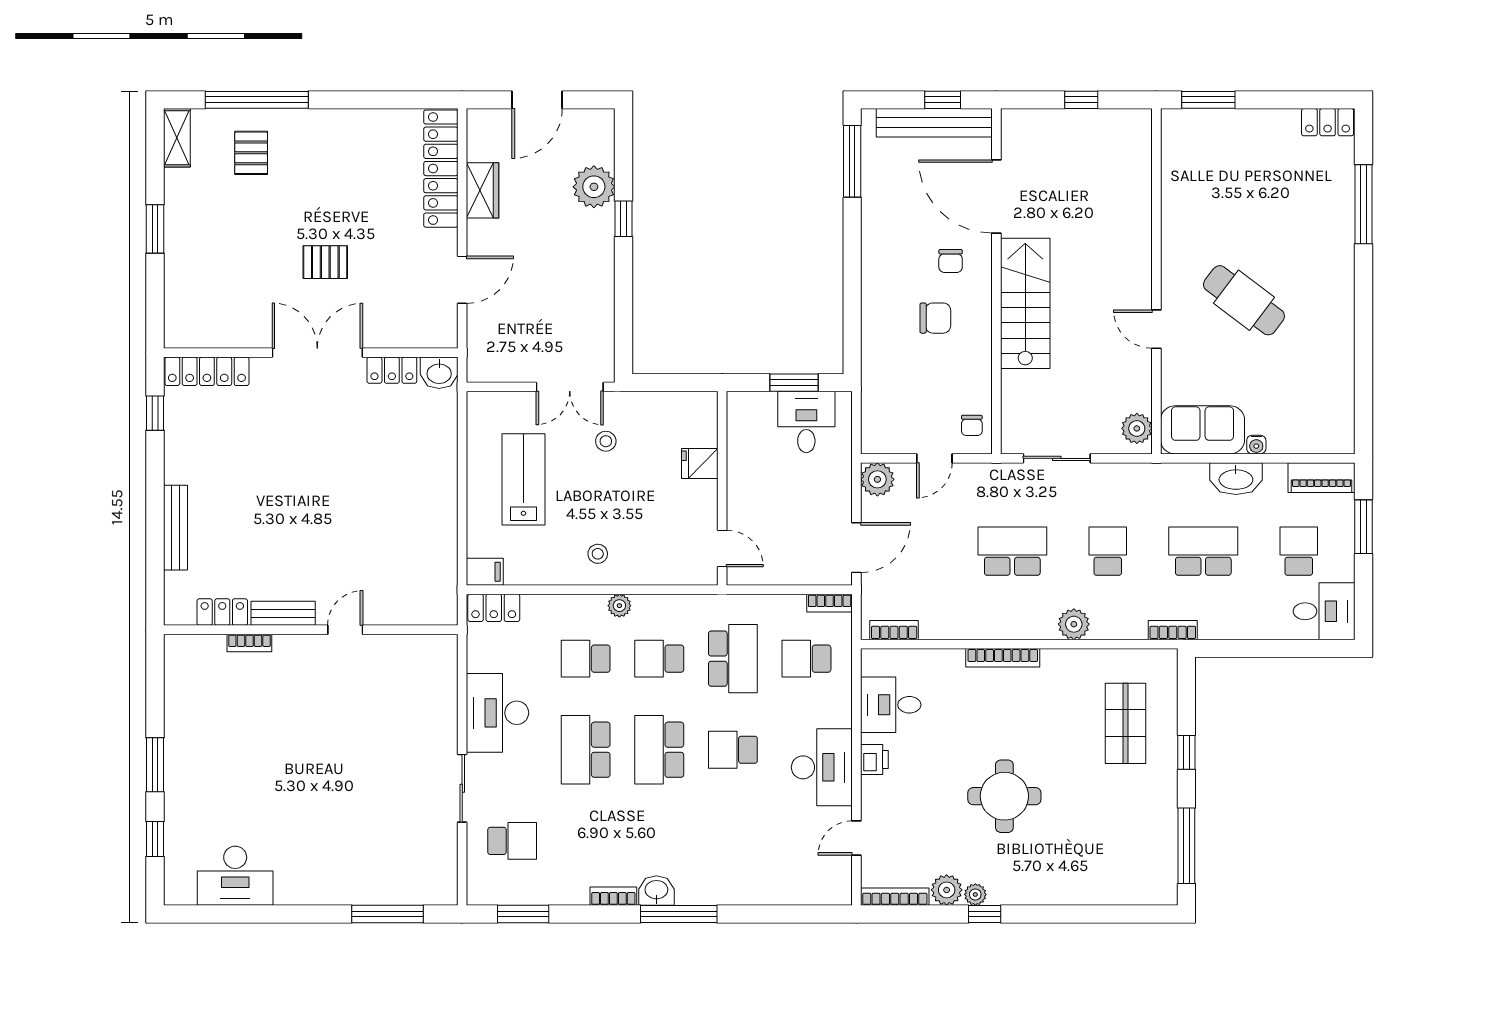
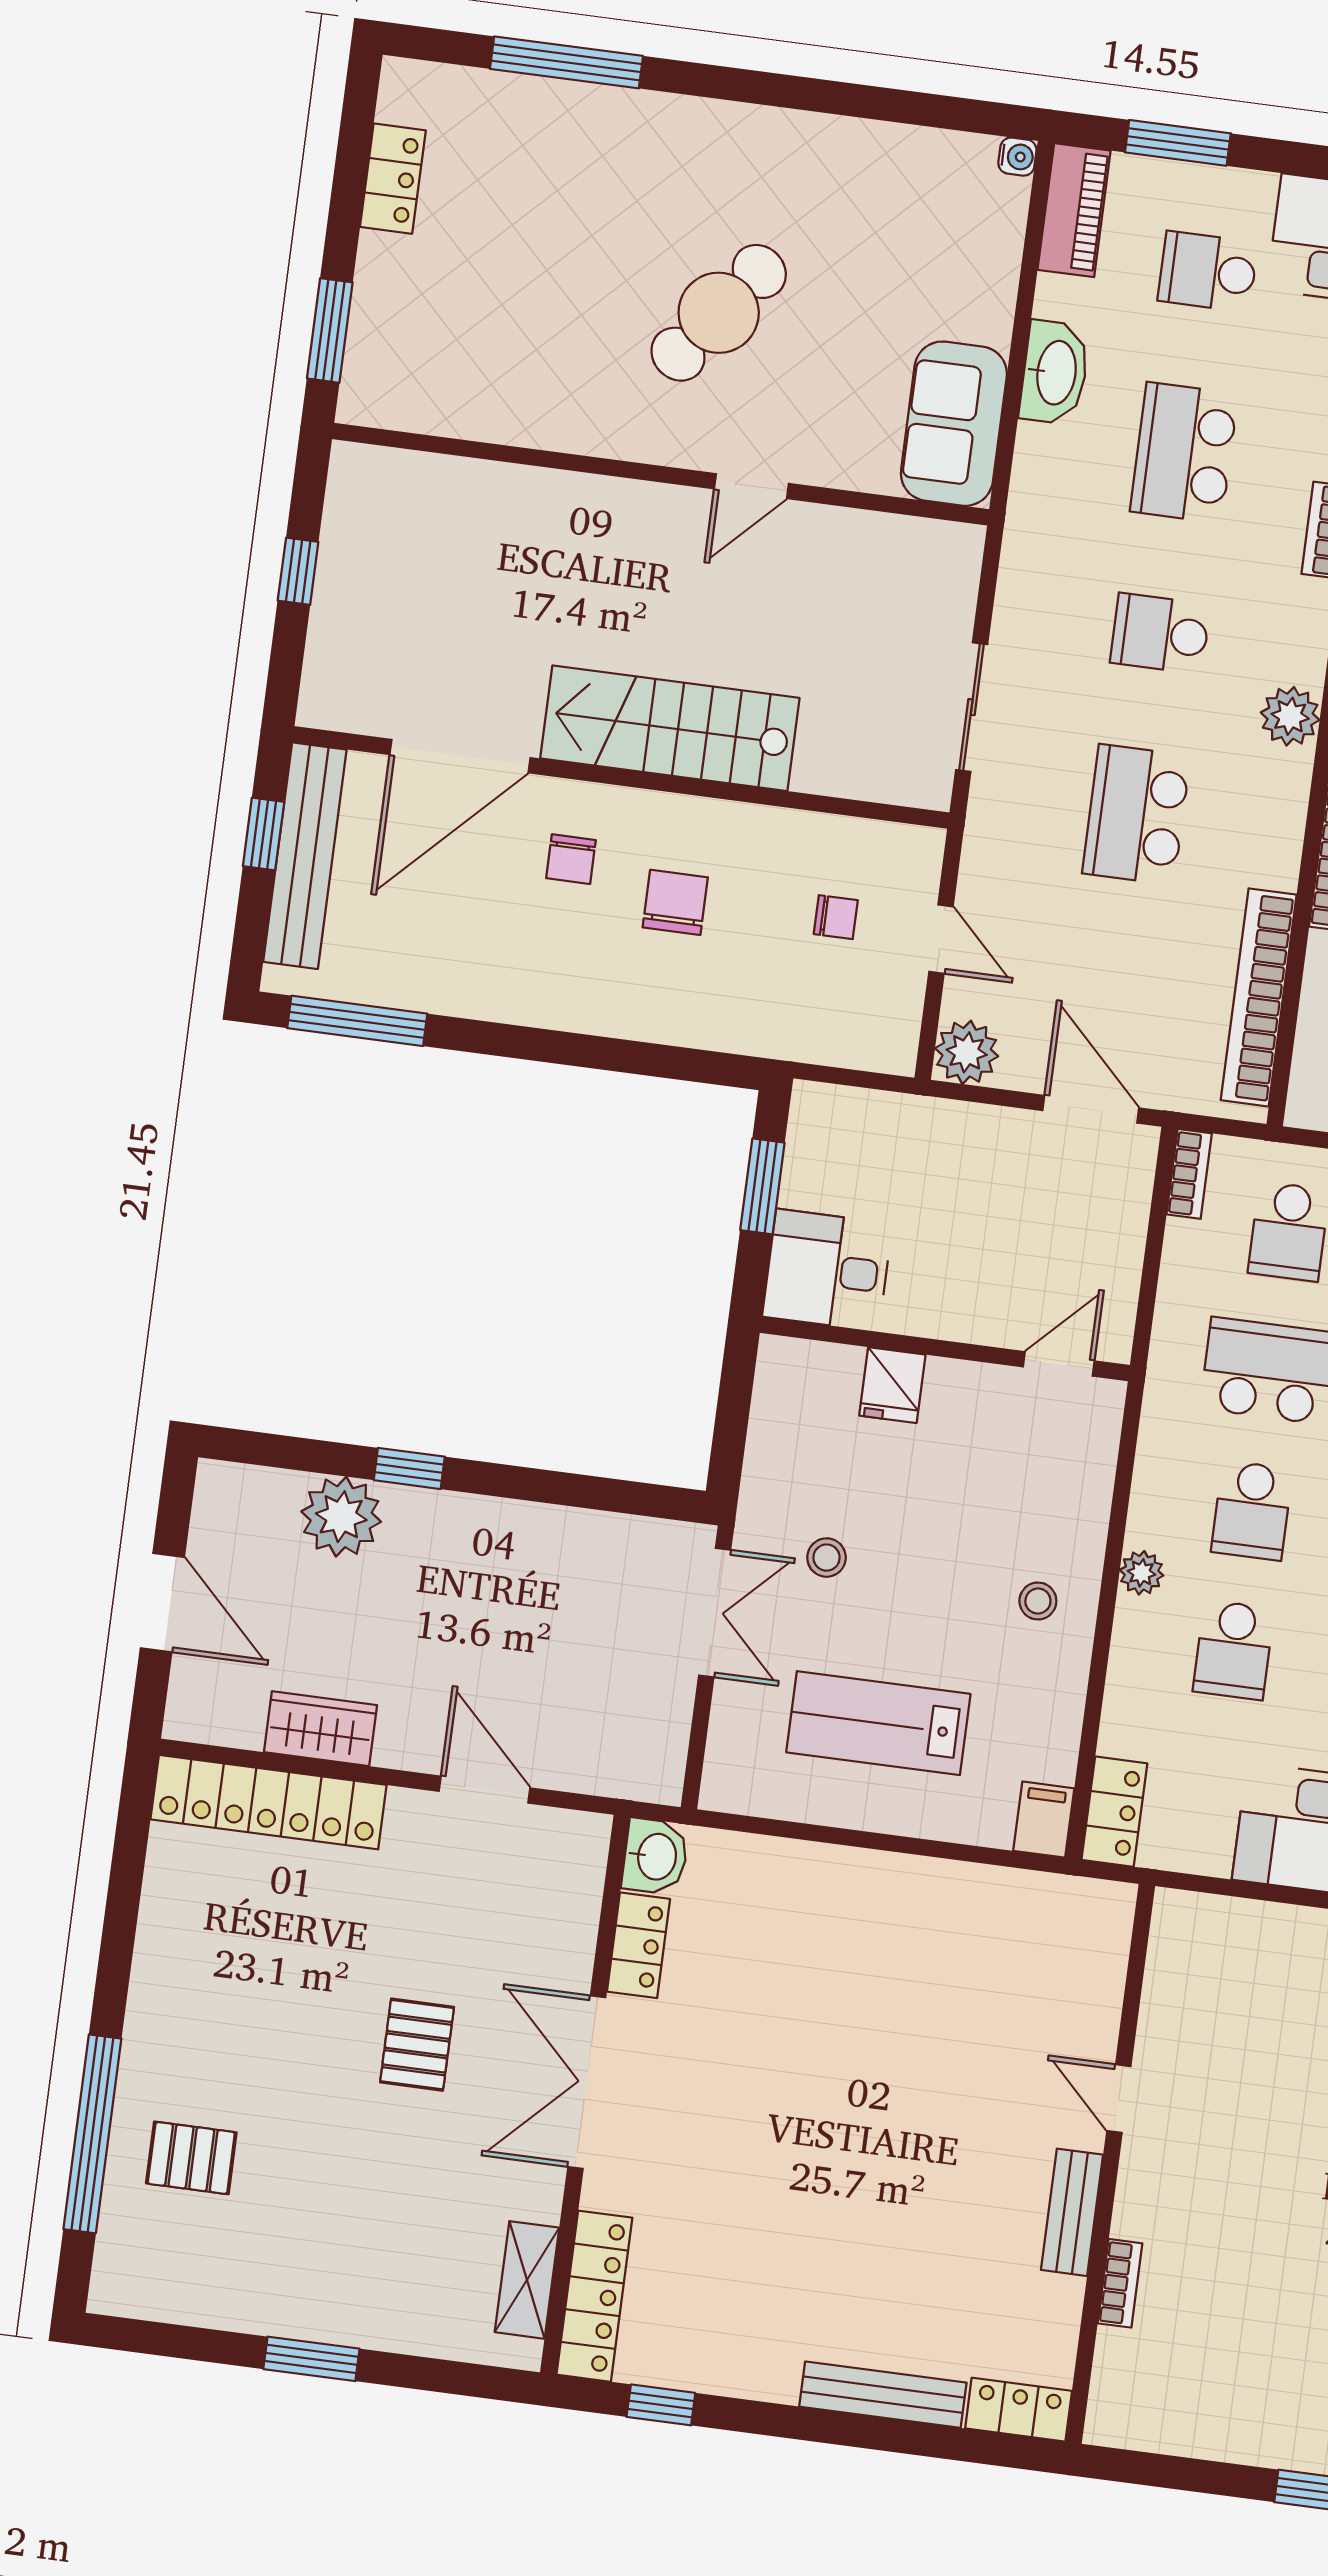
locker: (1328, 122) -> (393, 179), moved
shelving: (177, 138) -> (527, 2280), moved, turned 90
chair: (951, 261) -> (571, 859), turned 90
desk: (806, 422) -> (827, 1270), moved
chair: (972, 425) -> (836, 917), moved
plant: (1137, 428) -> (935, 548), removed
water cooler: (1256, 445) -> (1017, 157), moved
locker: (222, 612) -> (1019, 2410), moved, turned 90
bookcase: (894, 630) -> (1259, 997), width x2.31, depth x1.31

